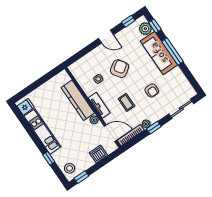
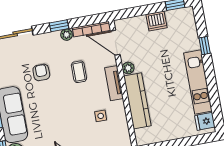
armchair: (120, 69) -> (69, 117), removed
dishwasher: (98, 154) -> (157, 21), moved
stool: (70, 168) -> (185, 22), removed

